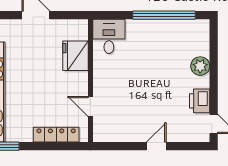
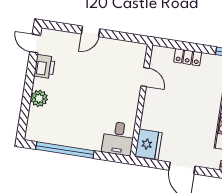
fridge: (76, 56) -> (149, 144), moved
locker: (56, 135) -> (188, 57), width x0.66

